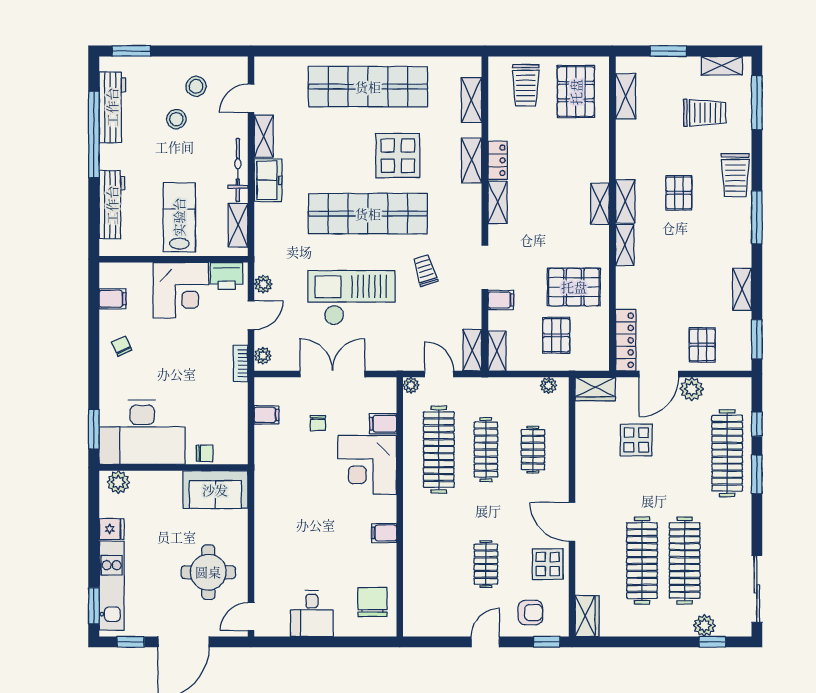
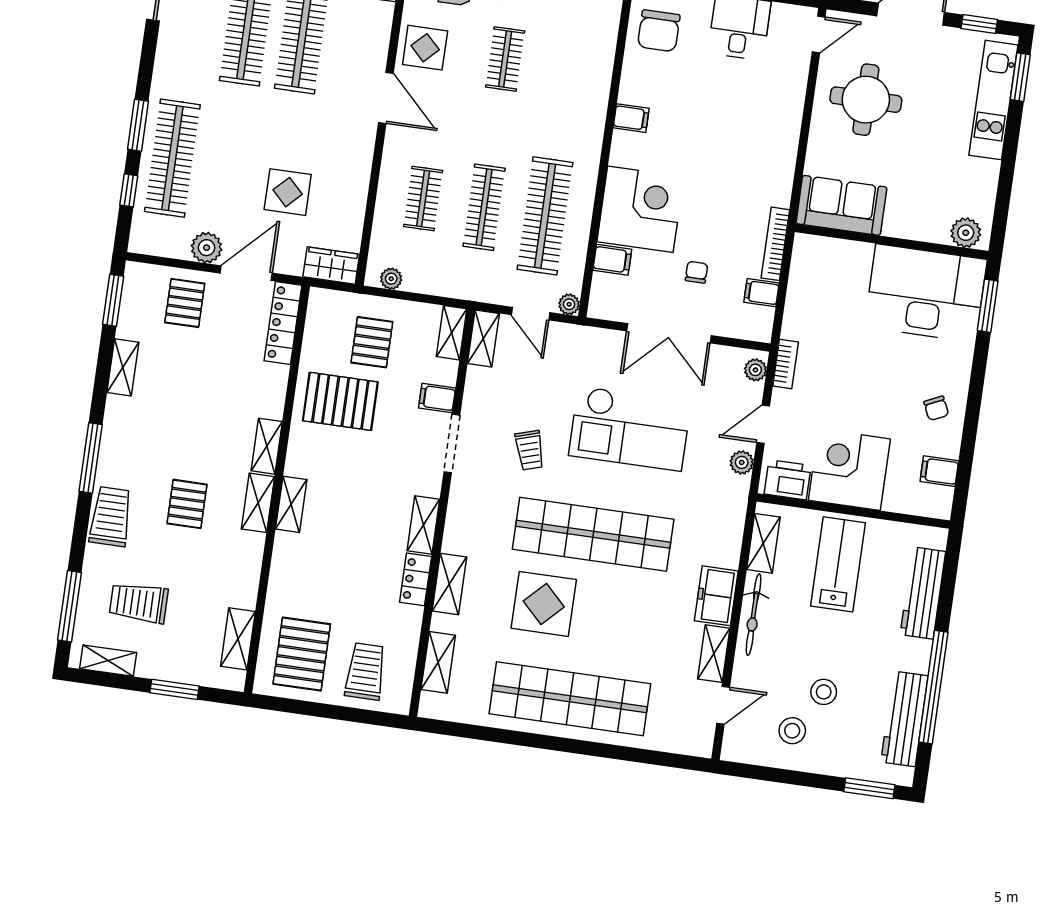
lab bench: (179, 217) -> (838, 564), turned 180
chair: (205, 453) -> (849, 254), removed
bookcase: (261, 453) -> (775, 244), added
fridge: (112, 529) -> (983, 173), removed

